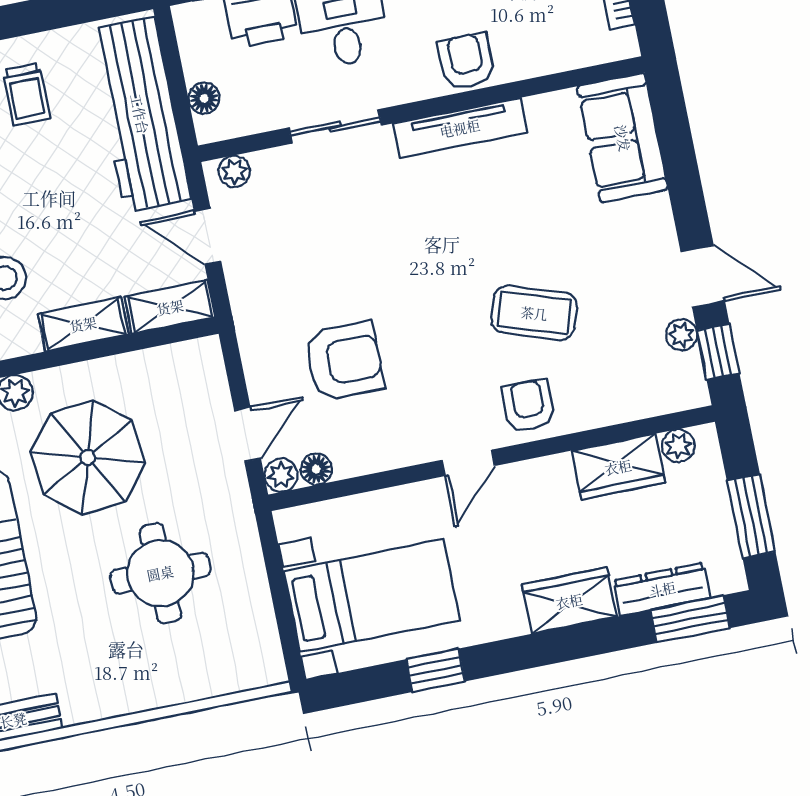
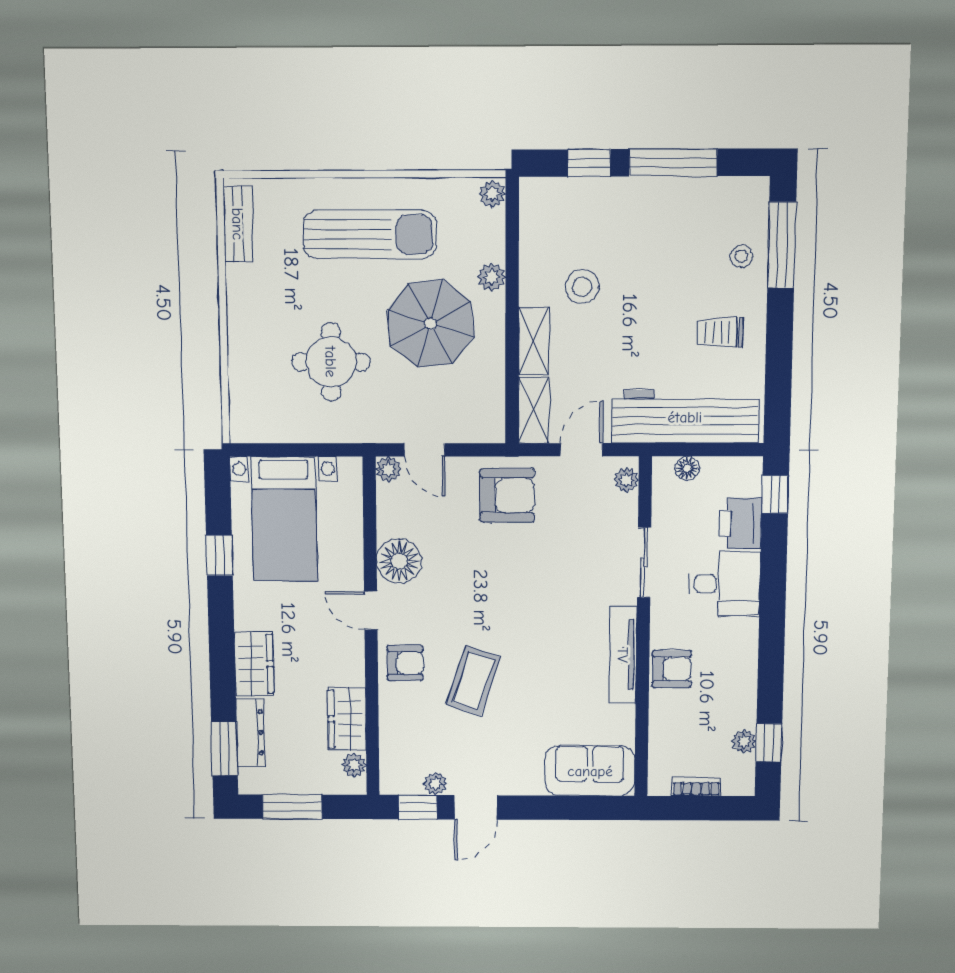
armchair: (344, 361) -> (507, 495), moved, turned -90
floor lamp: (316, 469) -> (399, 561), moved, width x1.89, depth x1.89

